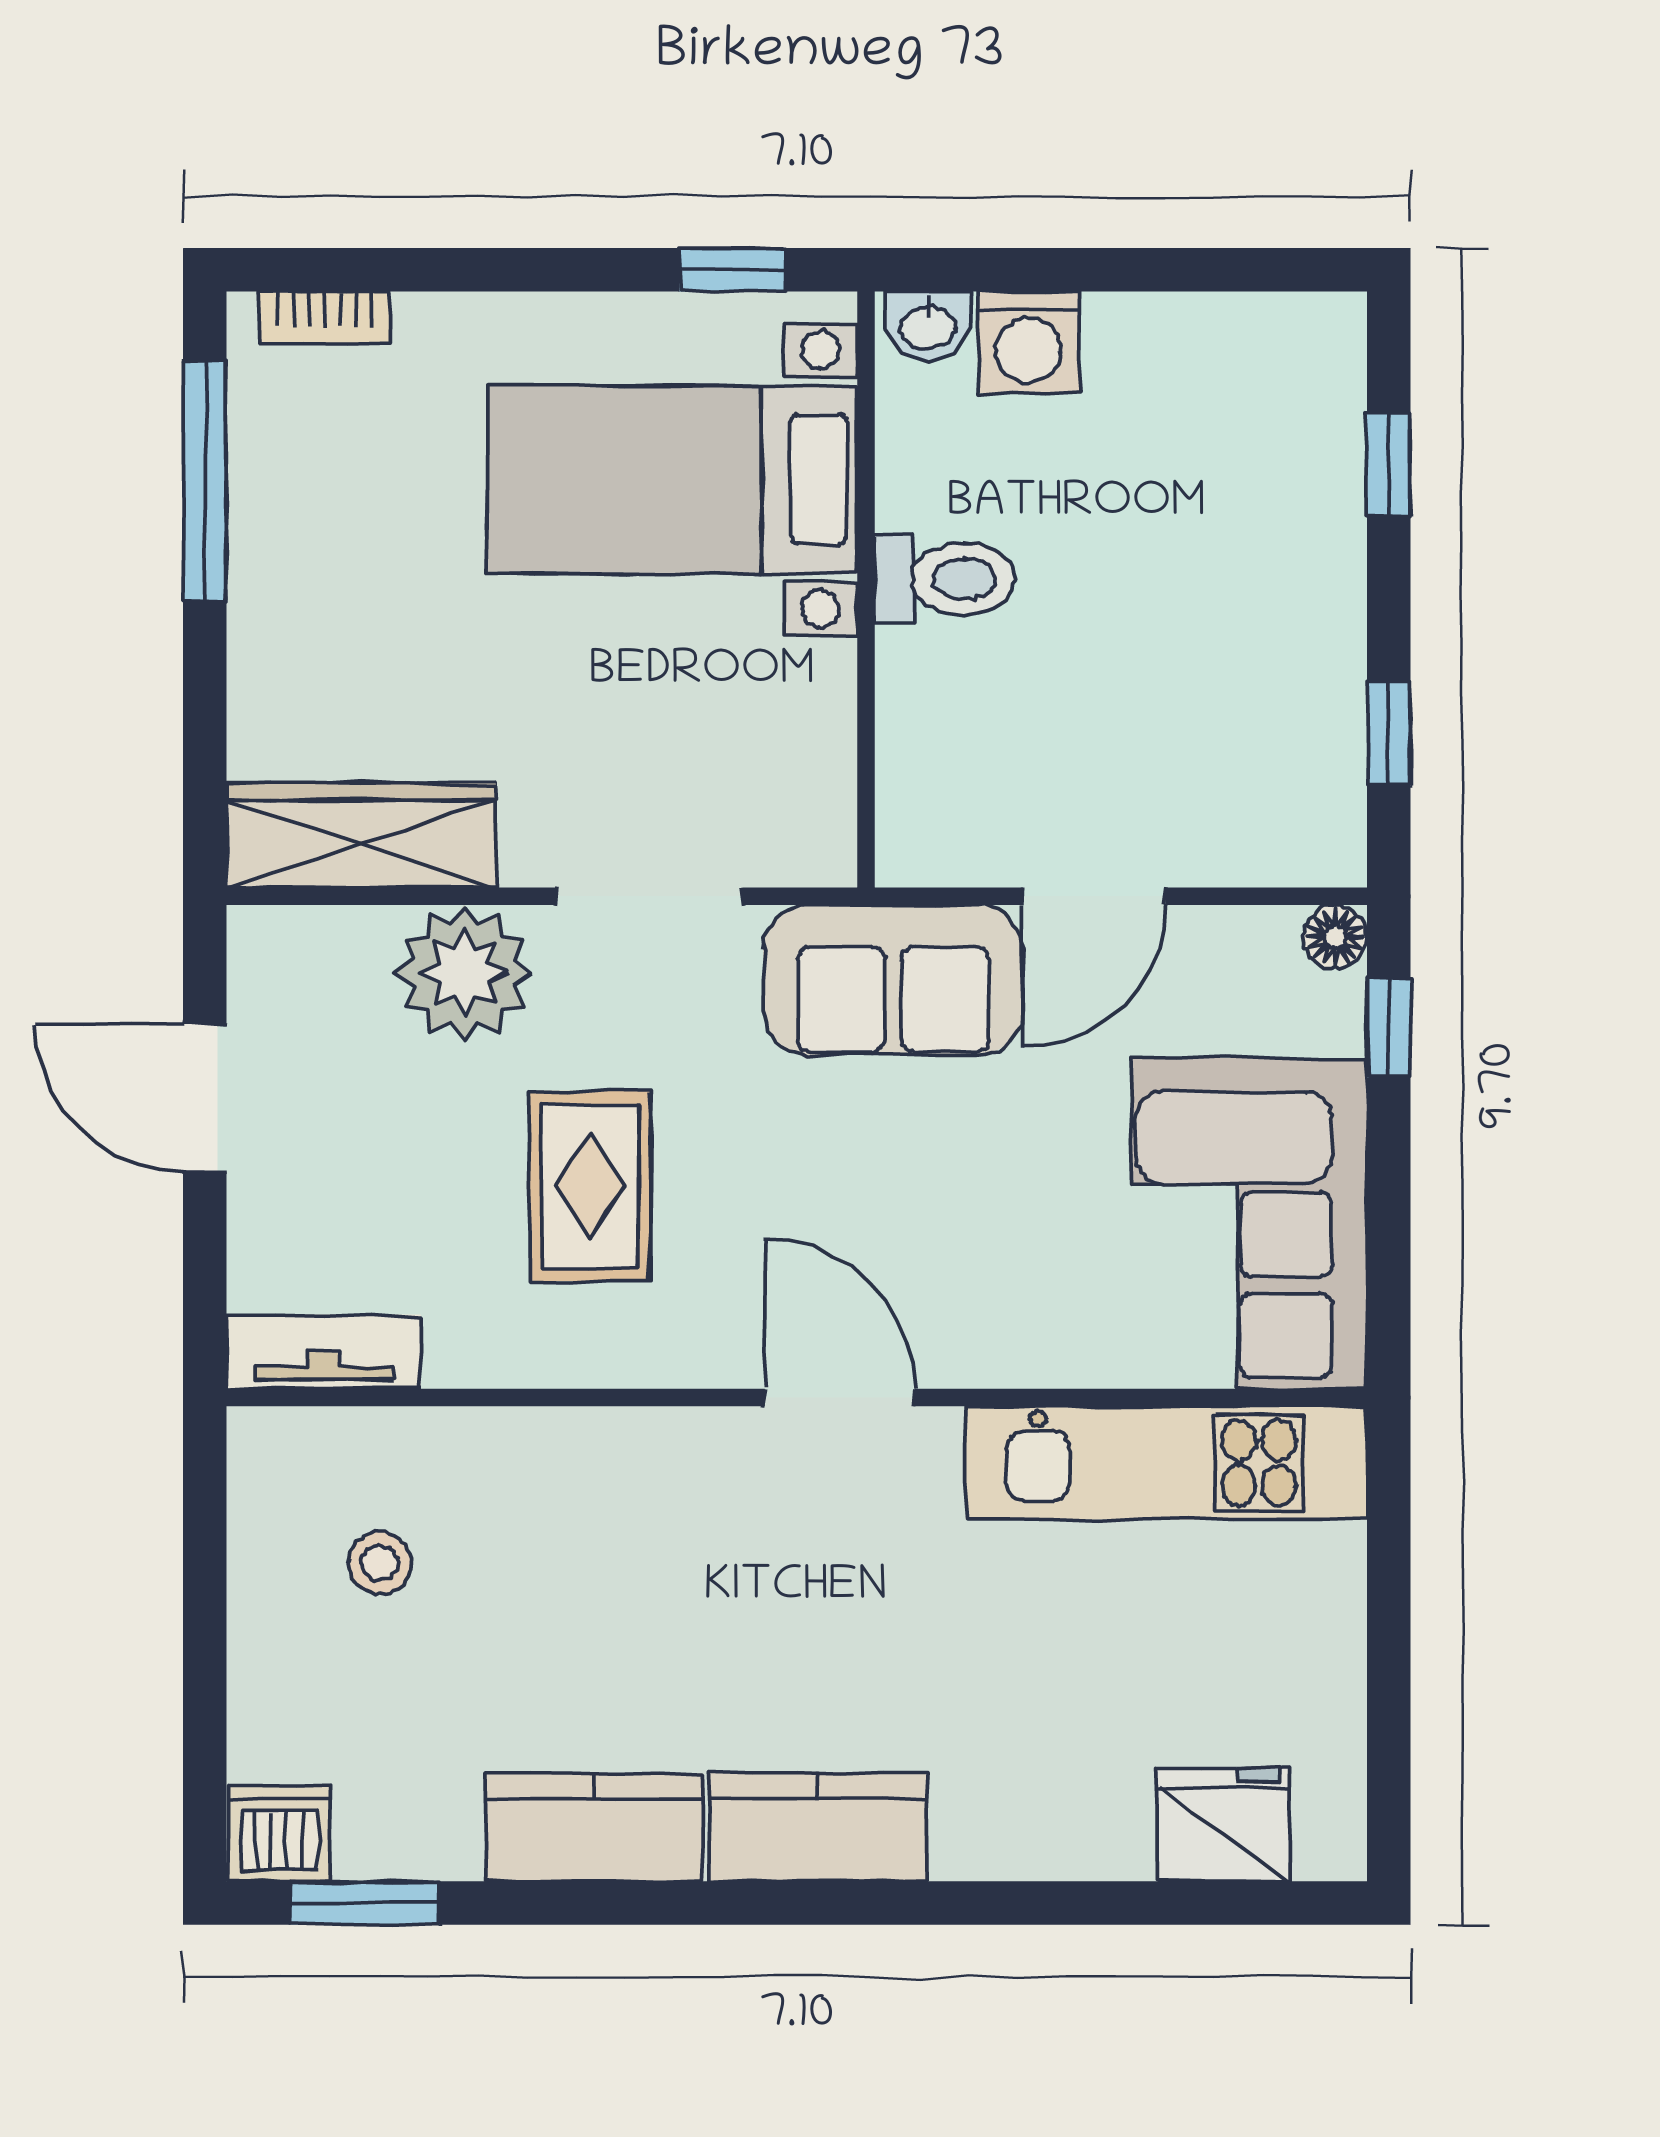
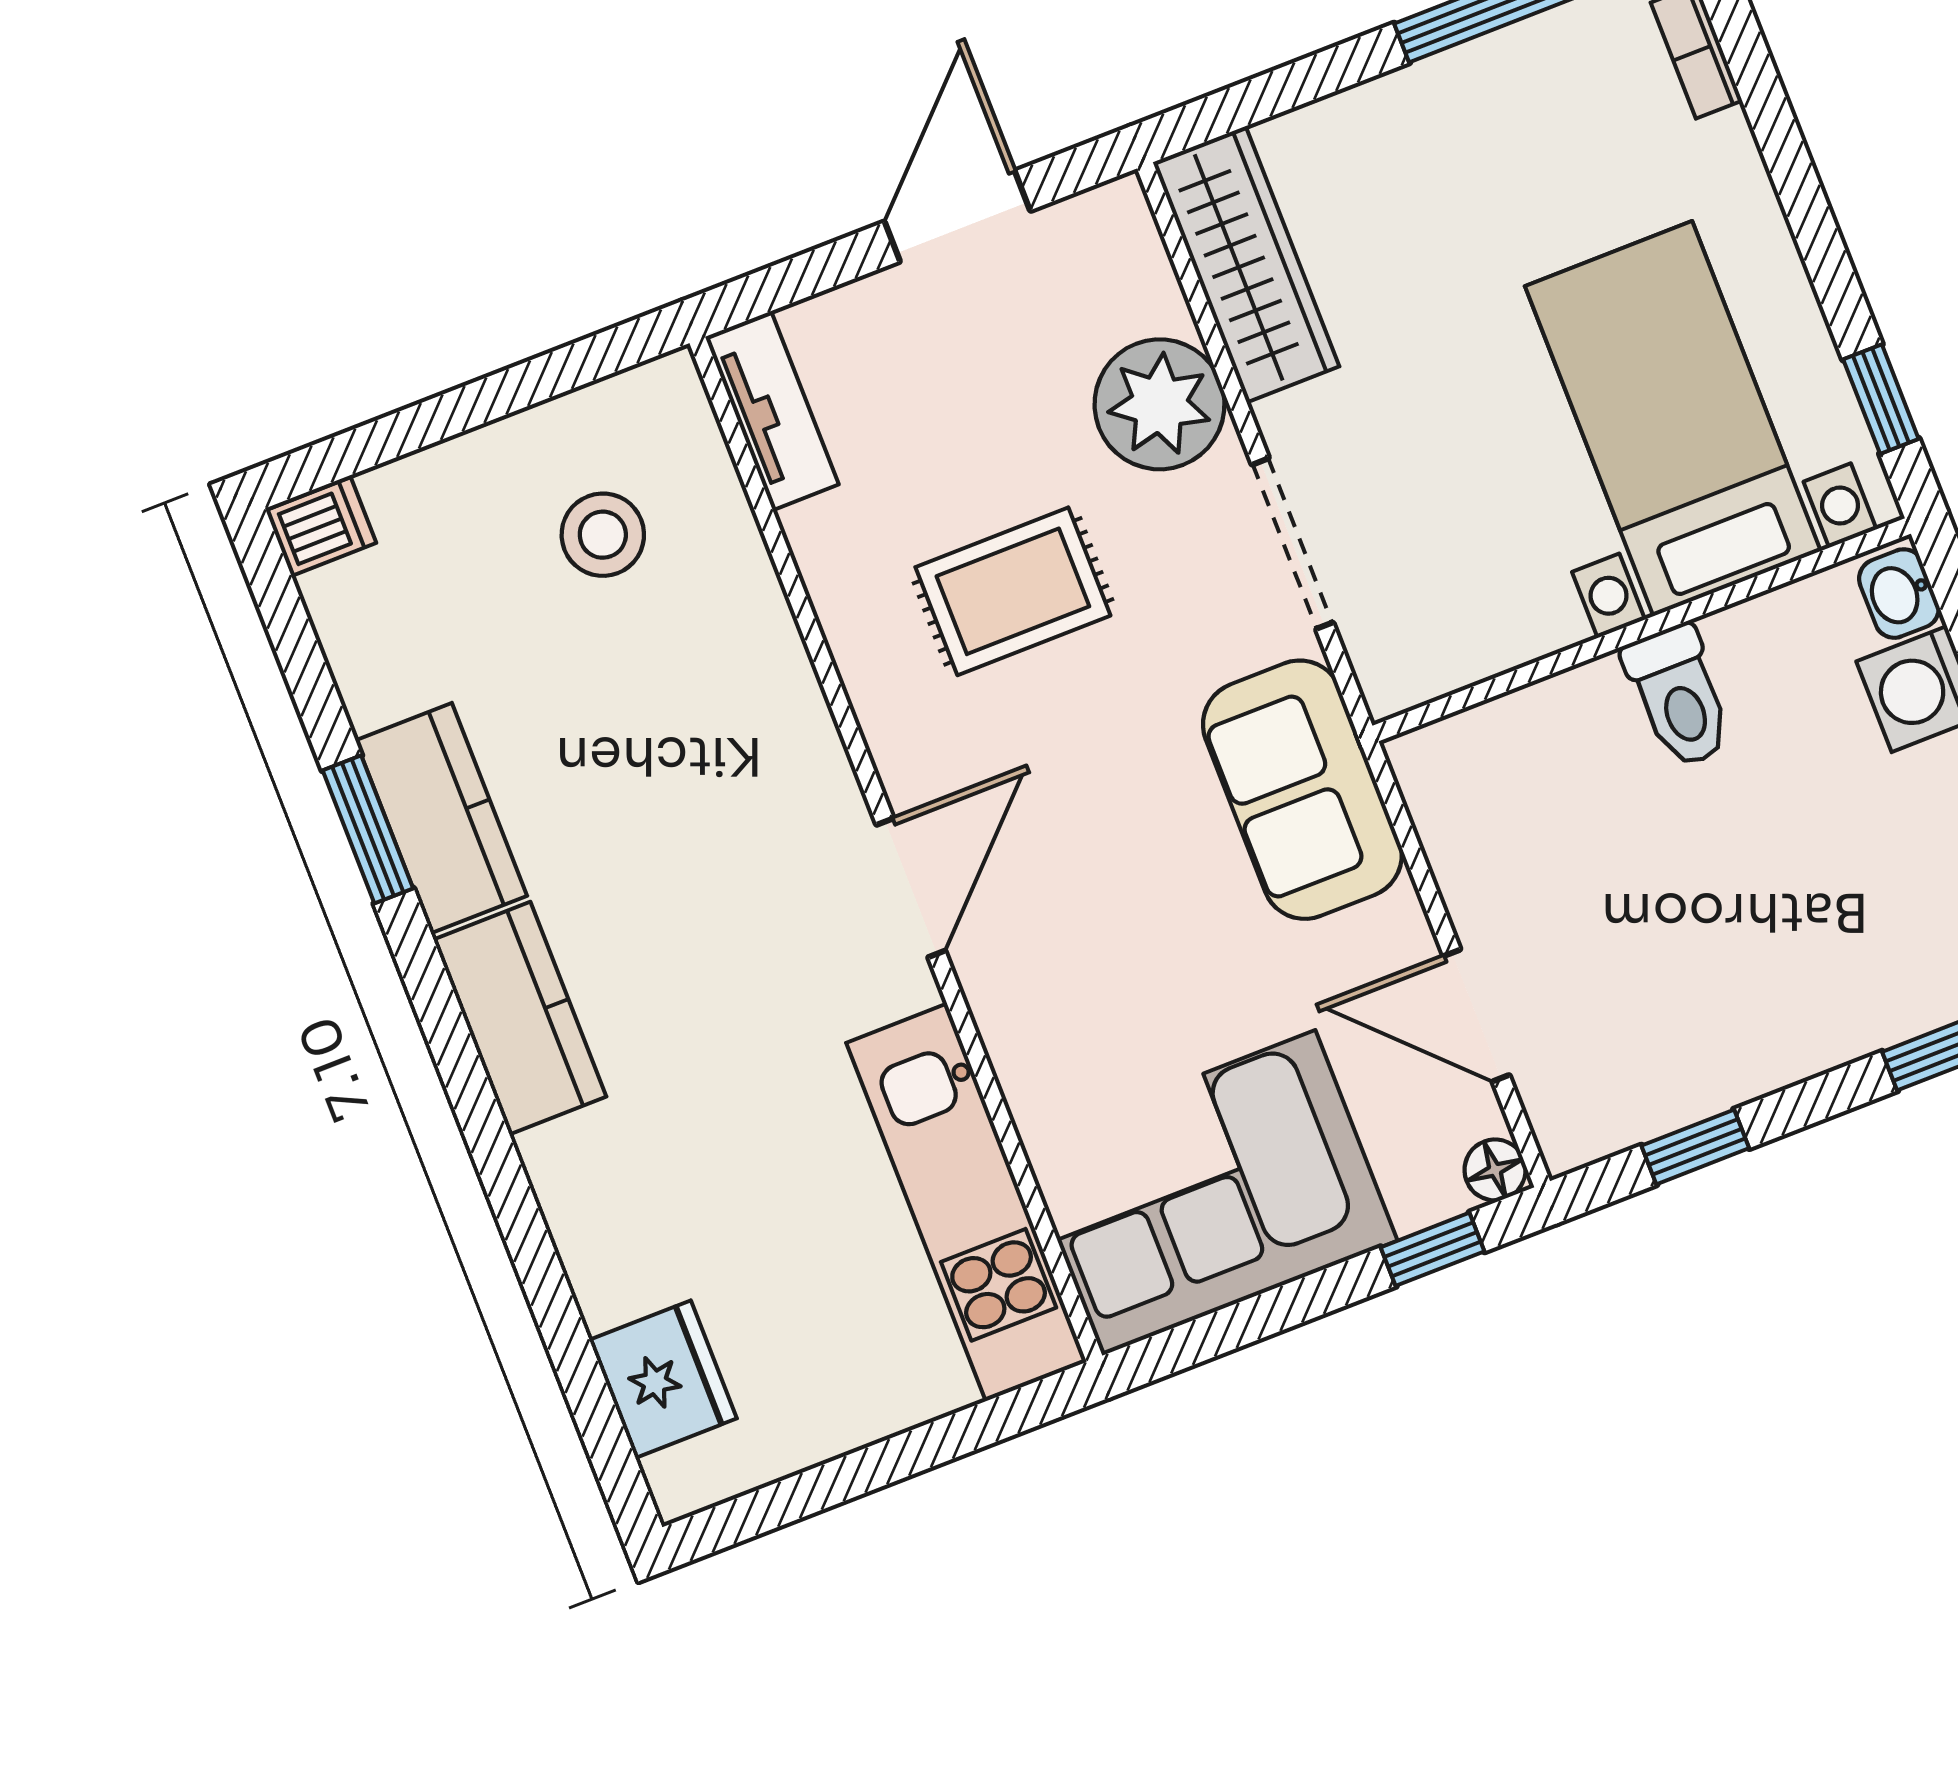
door: (1094, 896) -> (1476, 1015), moved
stool: (380, 1563) -> (603, 535), width x1.37, depth x1.37
dishwasher: (279, 1834) -> (321, 526), width x0.73
window: (365, 1903) -> (368, 829), moved

